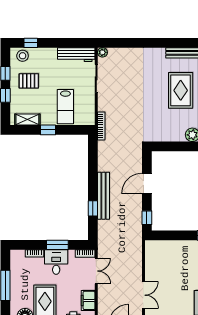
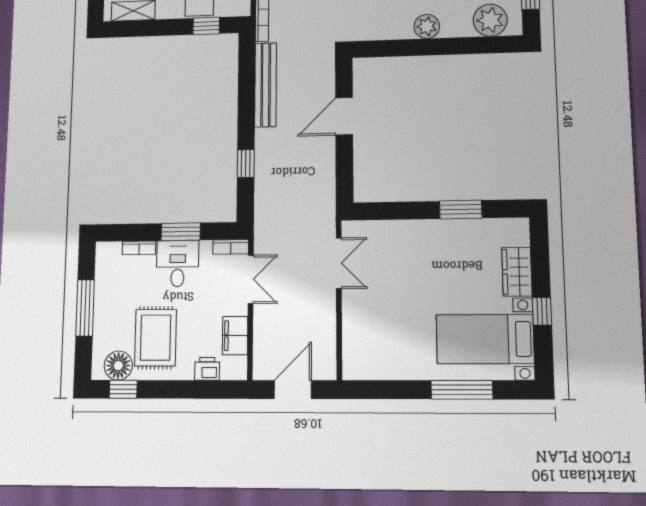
window: (48, 130) -> (206, 26), moved
bench: (104, 196) -> (266, 85), moved
window: (147, 218) -> (345, 179), removed
double door: (143, 295) -> (339, 263), moved

